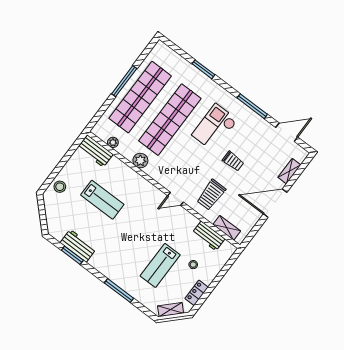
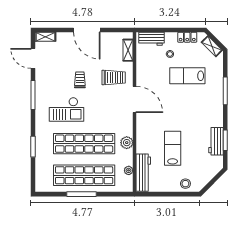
workbench: (95, 151) -> (143, 173), width x1.38
shelving: (289, 171) -> (45, 37), moved
door: (176, 199) -> (135, 99), width x1.87
workbench: (209, 236) -> (152, 39), moved, turned 90
lab bench: (160, 265) -> (187, 76), turned 180

